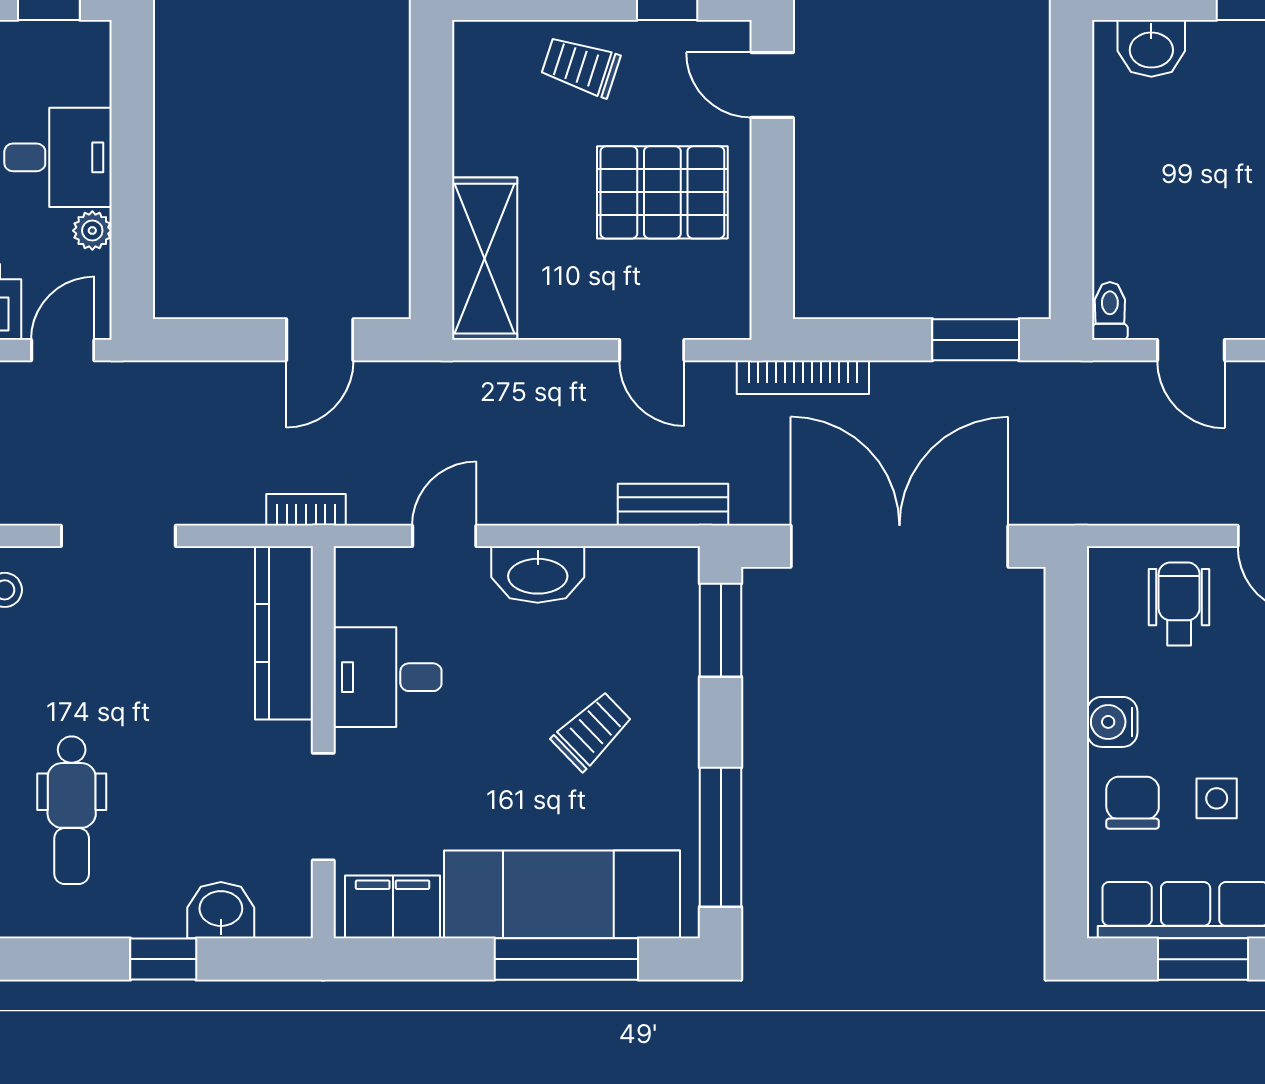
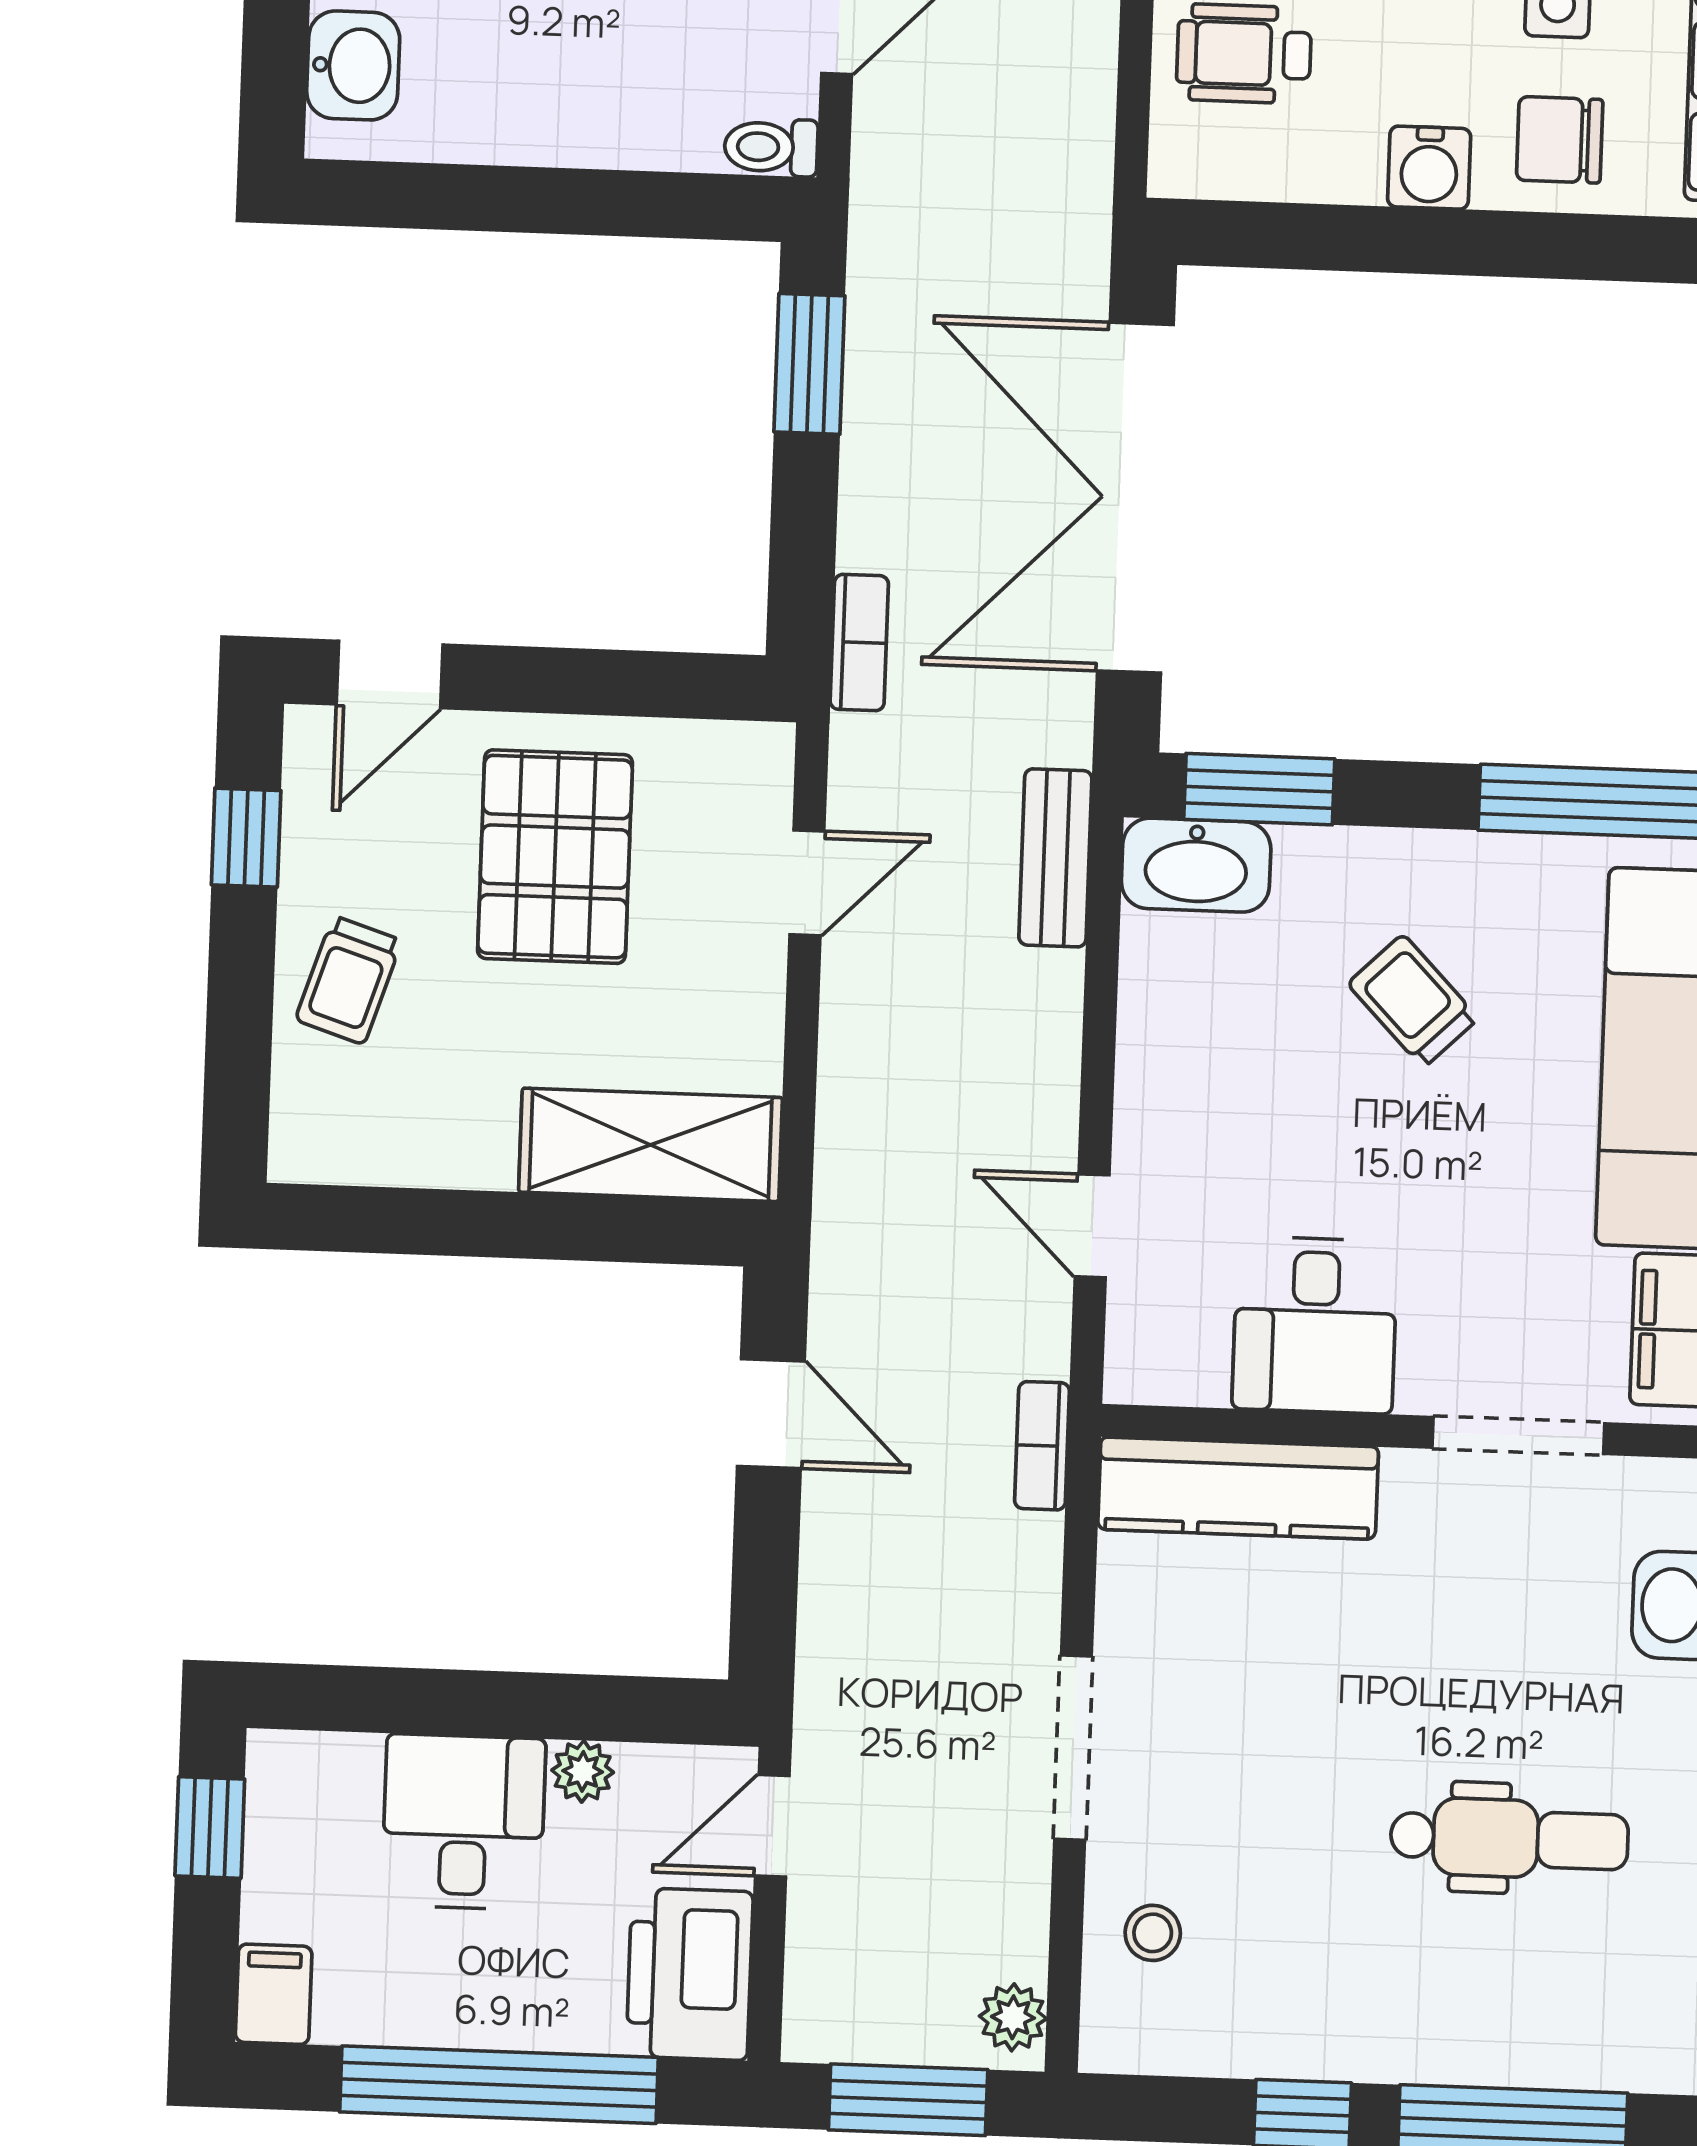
door: (63, 350) -> (772, 1826), hinge flipped
bookcase: (803, 377) -> (859, 643), width x0.64
washbasin: (538, 575) -> (1196, 865), moved, turned 90

